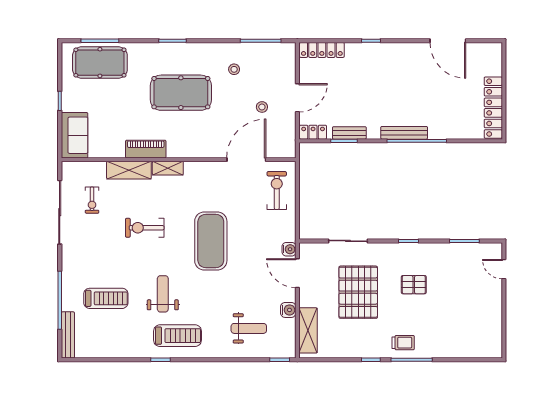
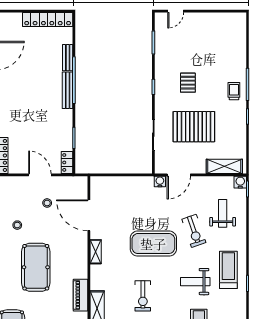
bench: (349, 133) -> (68, 58), moved
shelving: (168, 168) -> (96, 252), moved
exercise bike: (277, 191) -> (194, 231), moved, turned -109
water cooler: (288, 310) -> (240, 182), moved

